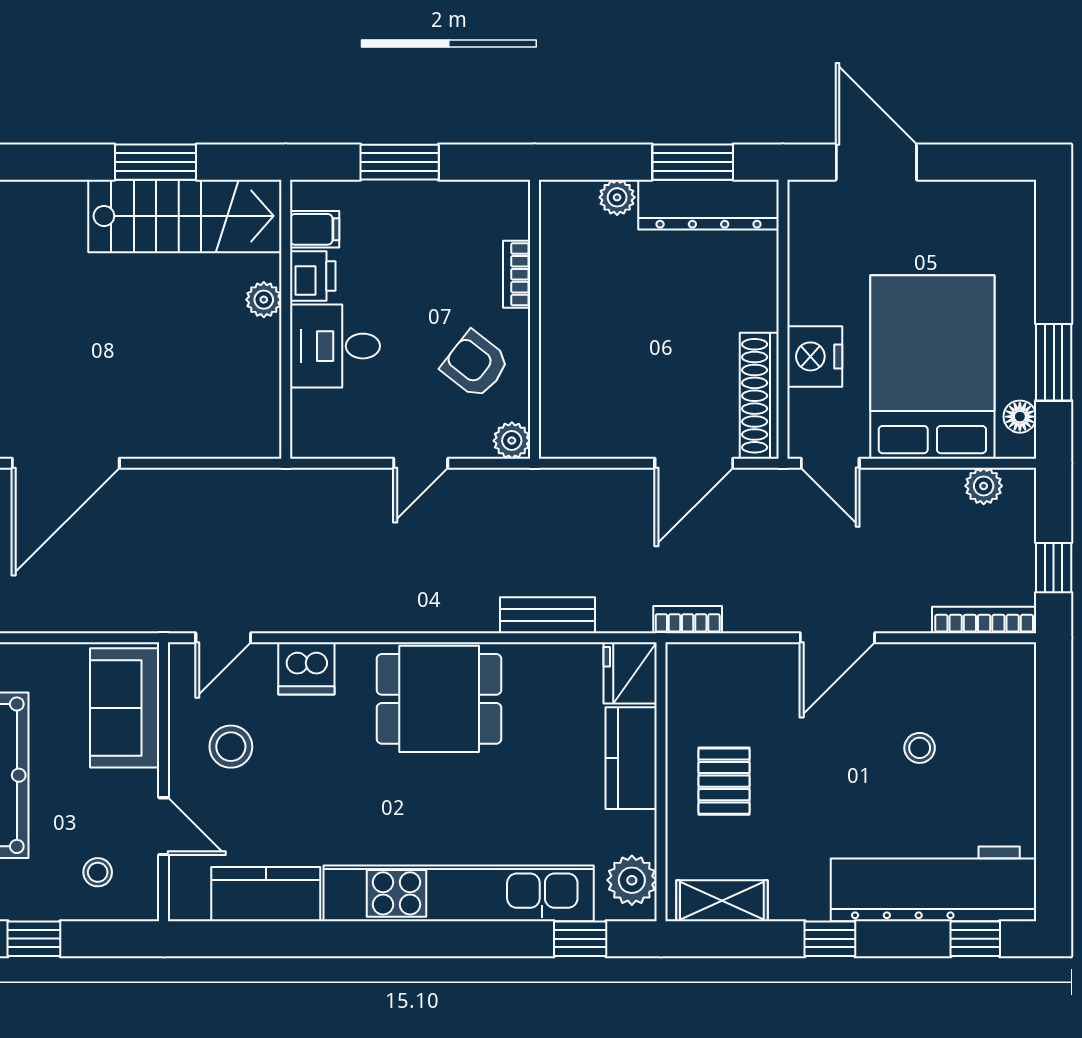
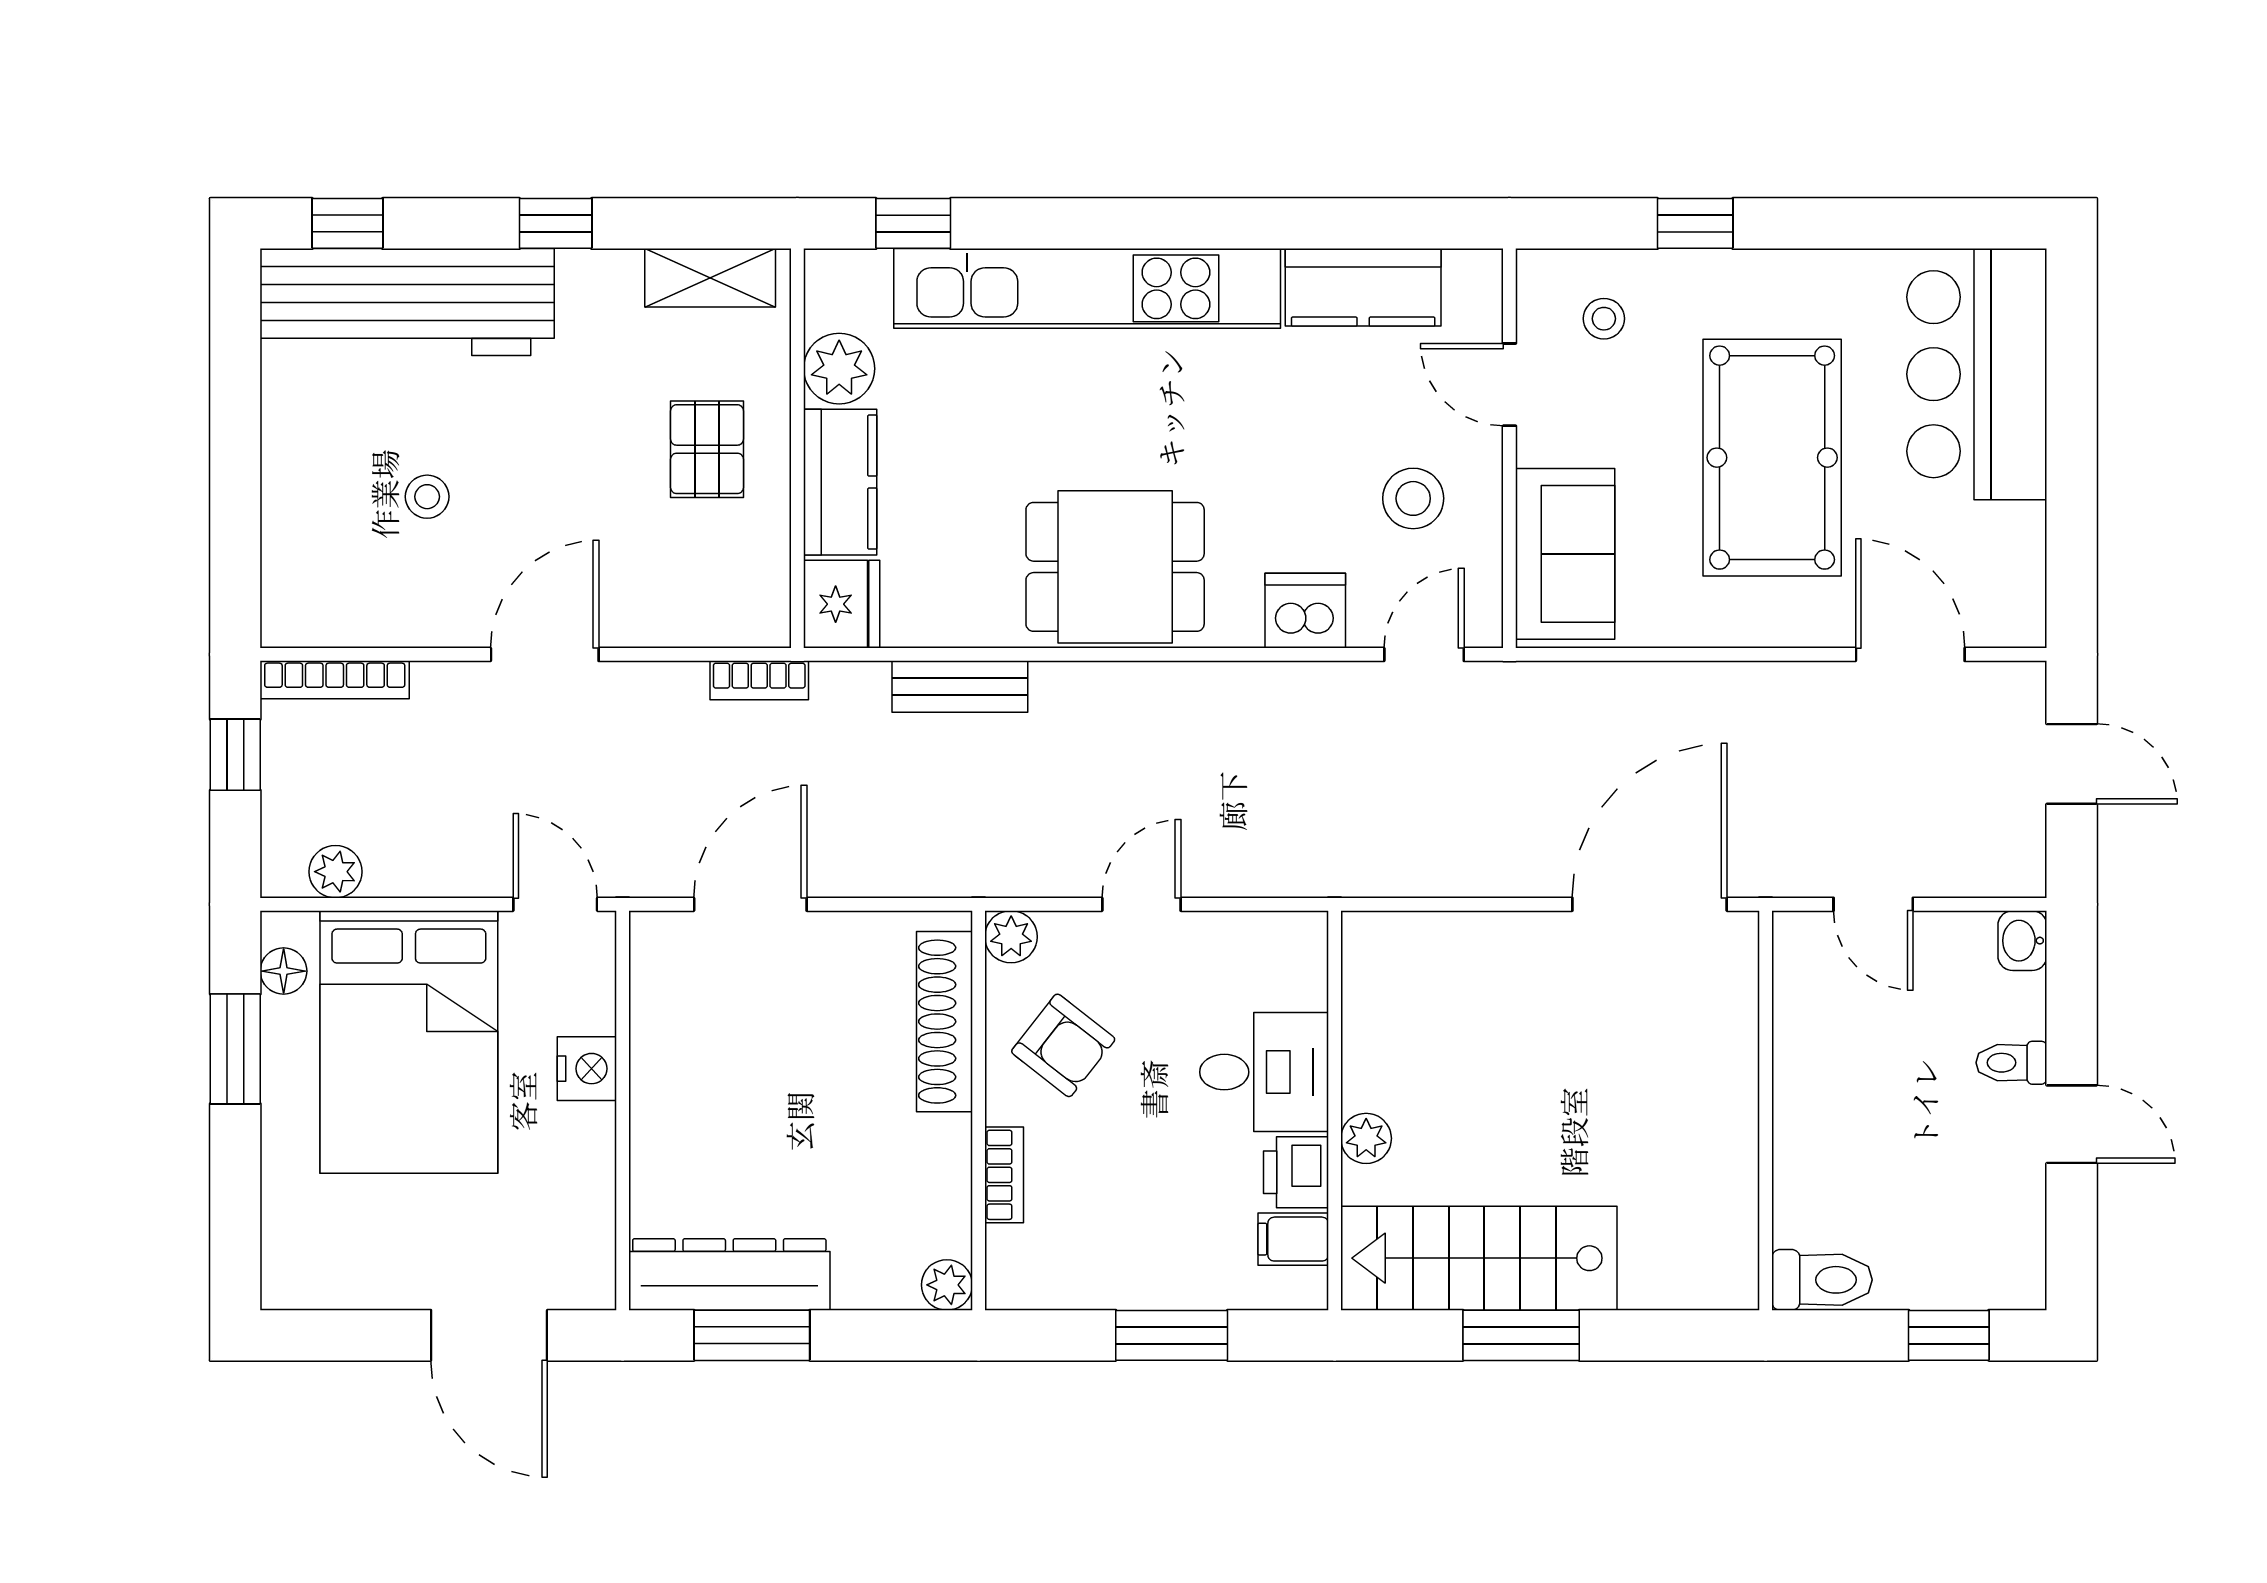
plant: (617, 197) -> (947, 1285), moved
nightstand: (815, 356) -> (587, 1069), width x0.74, depth x0.75
shoe rack: (759, 396) -> (944, 1022), moved, turned 180
plant: (632, 880) -> (839, 369), moved

